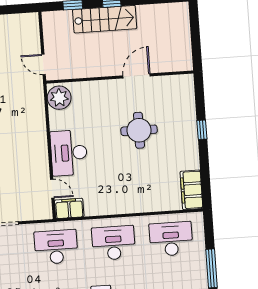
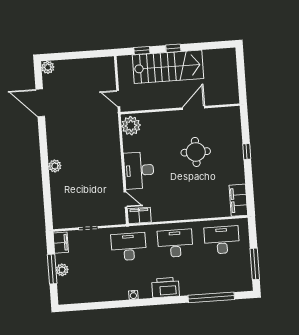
stairs: (105, 19) -> (168, 67), width x1.36, depth x1.51

